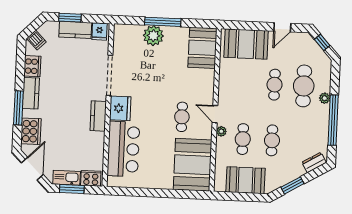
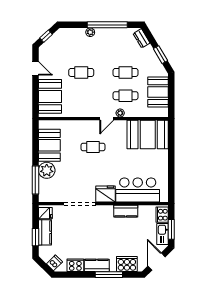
window: (163, 22) -> (35, 180), moved
booth: (202, 48) -> (49, 145), moved, turned 90
cafe table: (304, 86) -> (81, 49), removed
kitchen counter: (98, 116) -> (126, 211), moved
cafe table: (182, 117) -> (93, 147), moved
door: (32, 169) -> (157, 261), hinge flipped

